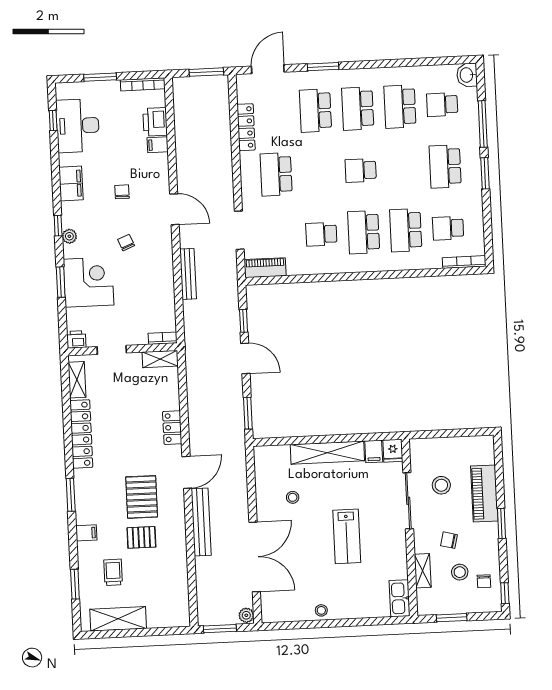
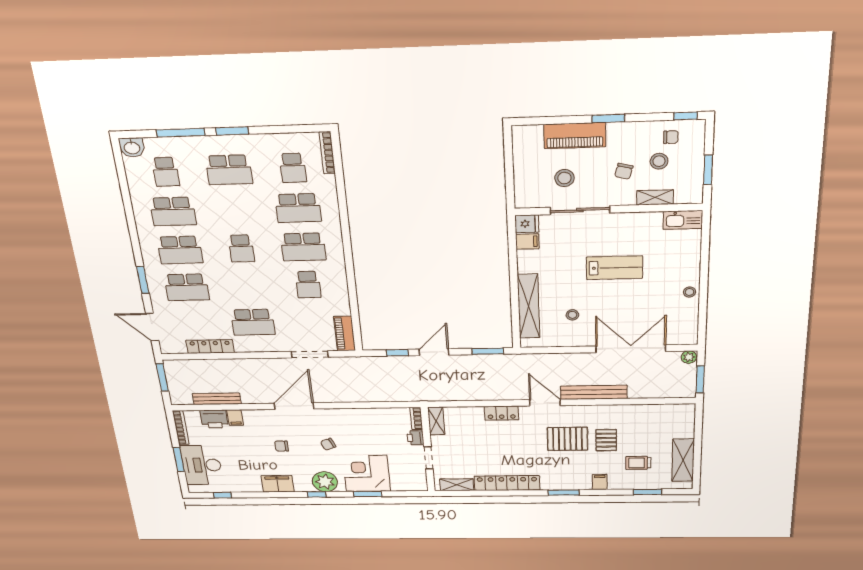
desk: (78, 126) -> (202, 465), moved, turned 90
door: (174, 209) -> (294, 406), width x1.36
plant: (69, 236) -> (325, 482), width x1.87, depth x1.87
bench: (188, 274) -> (217, 399), moved
printer: (76, 339) -> (415, 438), moved
shelving: (327, 453) -> (529, 306), moved

